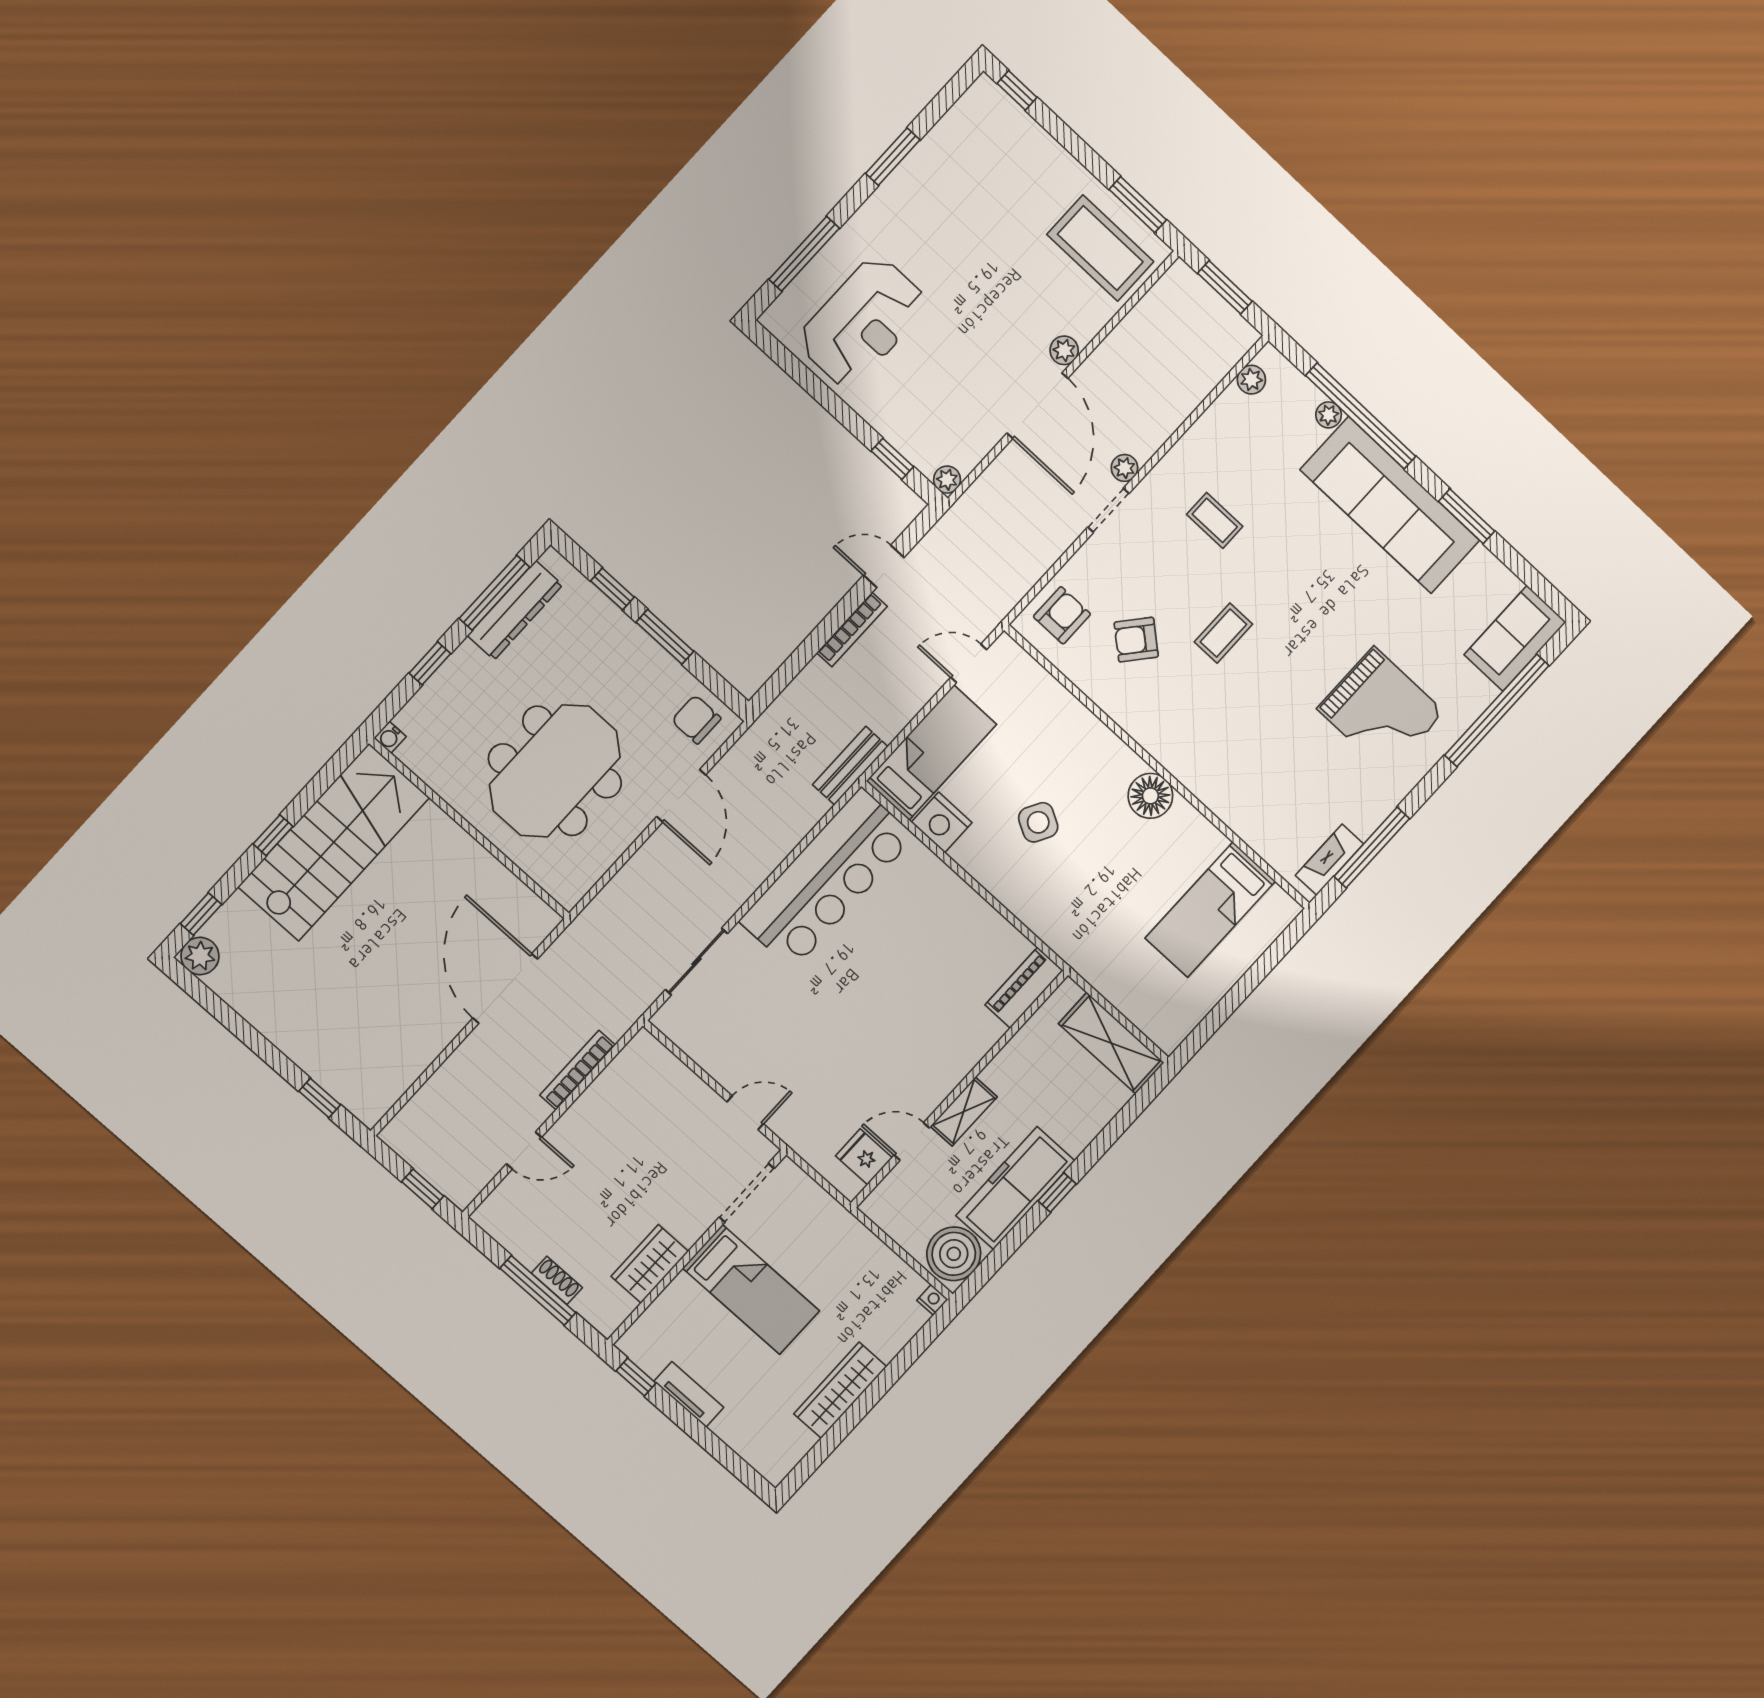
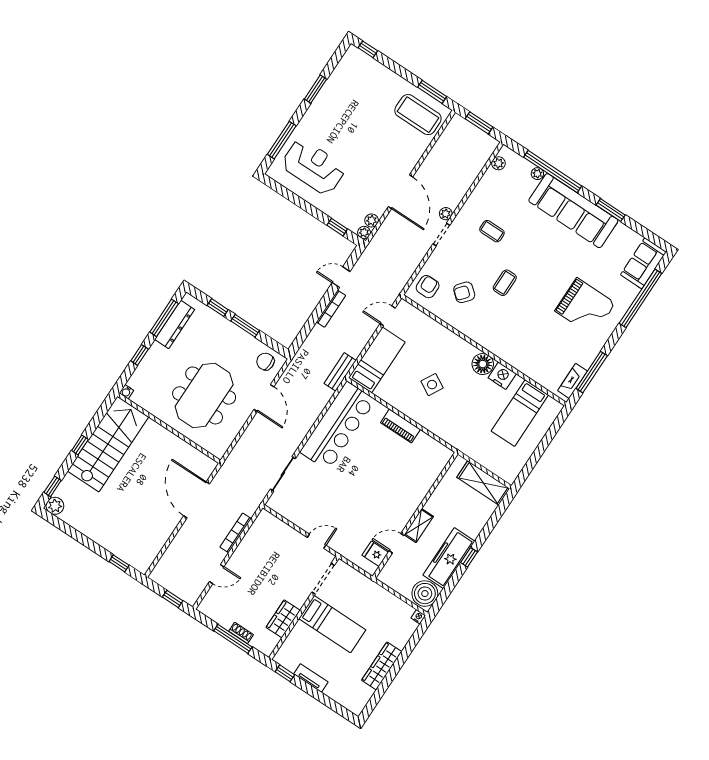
reception desk: (862, 322) -> (313, 167), turned -90
plant: (1064, 350) -> (372, 220), moved
nightstand: (942, 822) -> (502, 376), moved, turned 180
piano: (1024, 988) -> (400, 426), moved, turned -90

